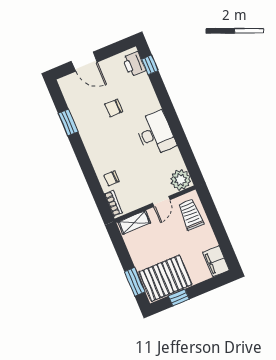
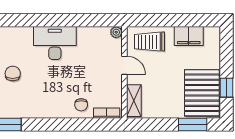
chair: (114, 108) -> (13, 73), turned 180
plant: (181, 180) -> (116, 32), width x0.53, depth x0.53
filing cabinet: (216, 261) -> (189, 36), moved

